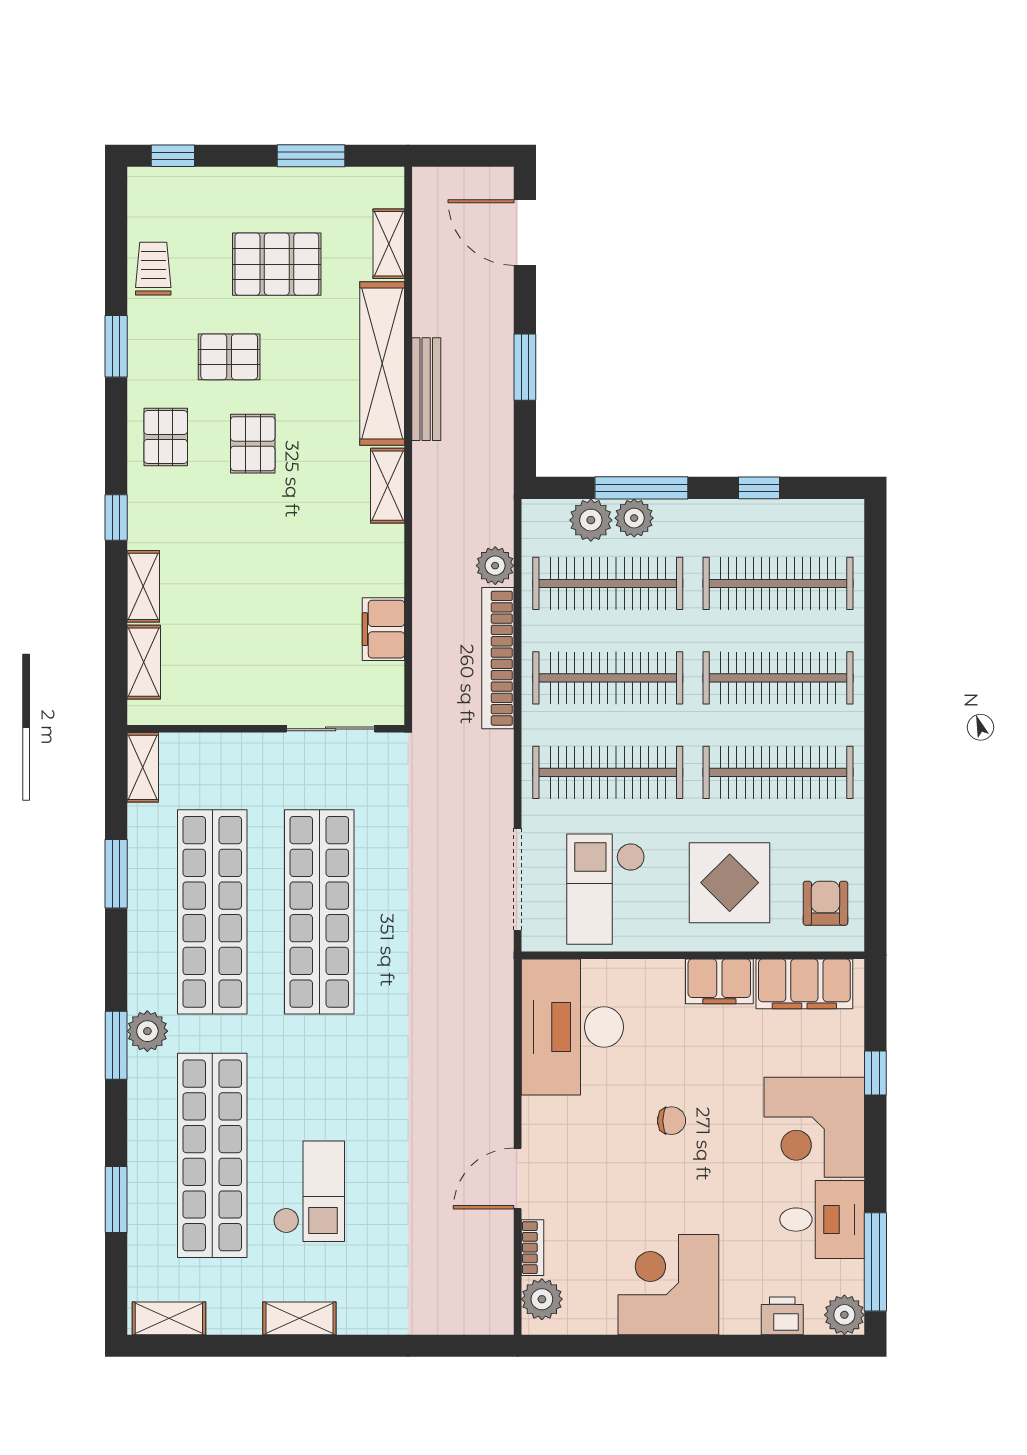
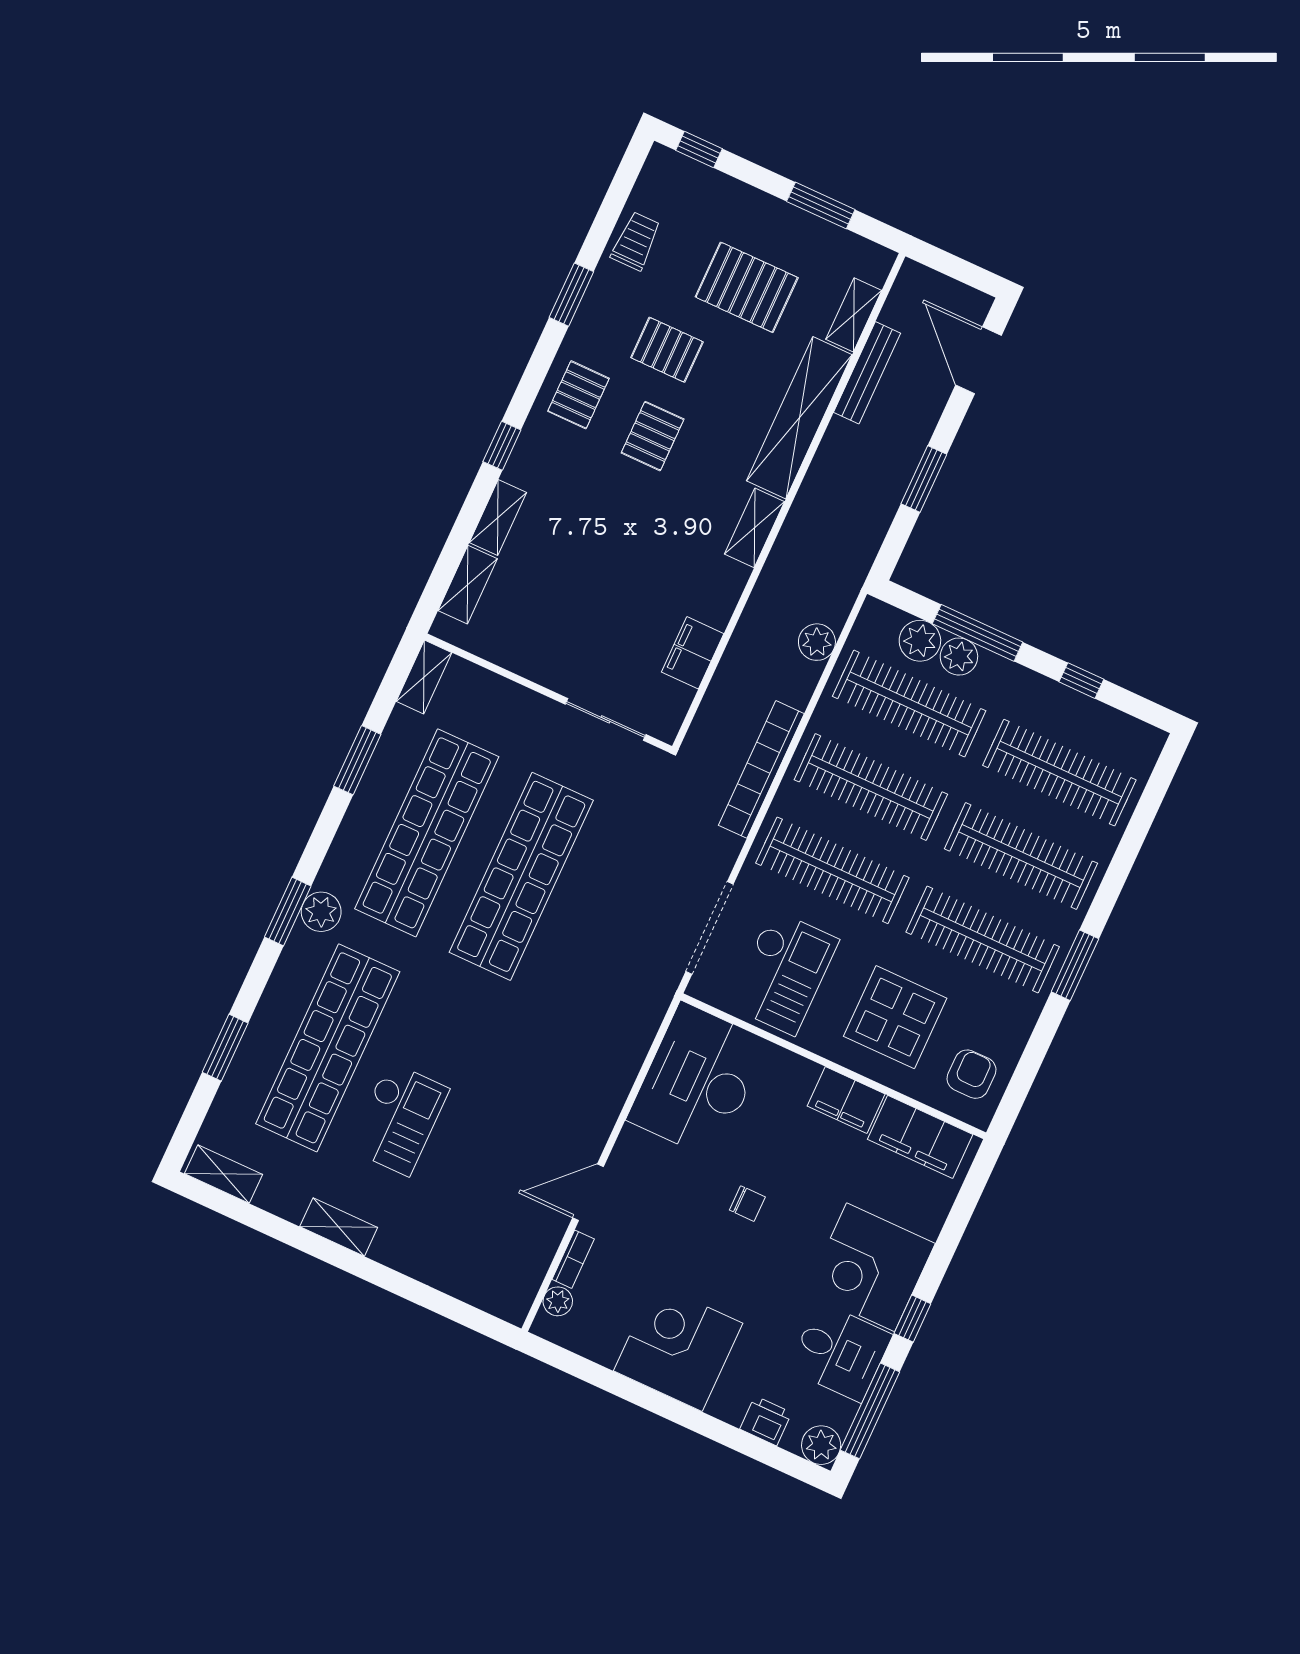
bench: (426, 389) -> (867, 373), moved
bookcase: (498, 658) -> (761, 769), moved
window: (875, 757) -> (1075, 965), added
checkout: (606, 889) -> (783, 973), turned 180
window: (875, 1073) -> (912, 1319), moved
plant: (542, 1299) -> (558, 1301), width x0.73, depth x0.73

